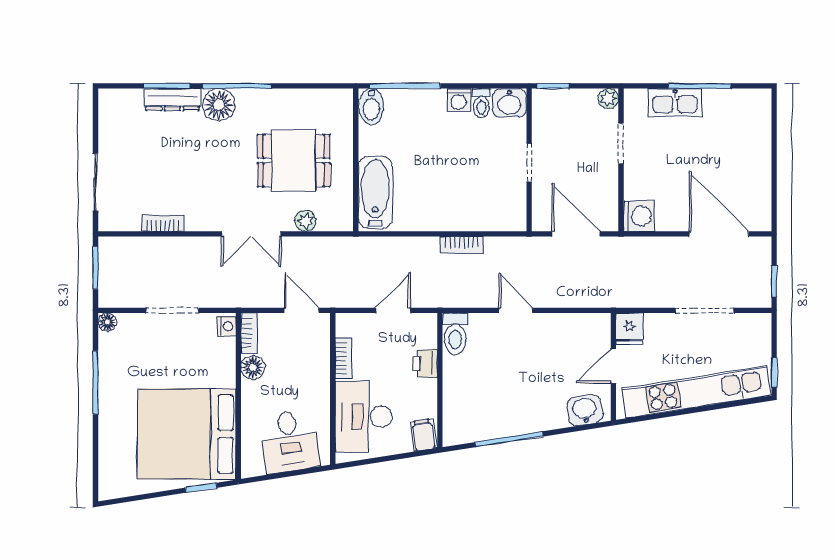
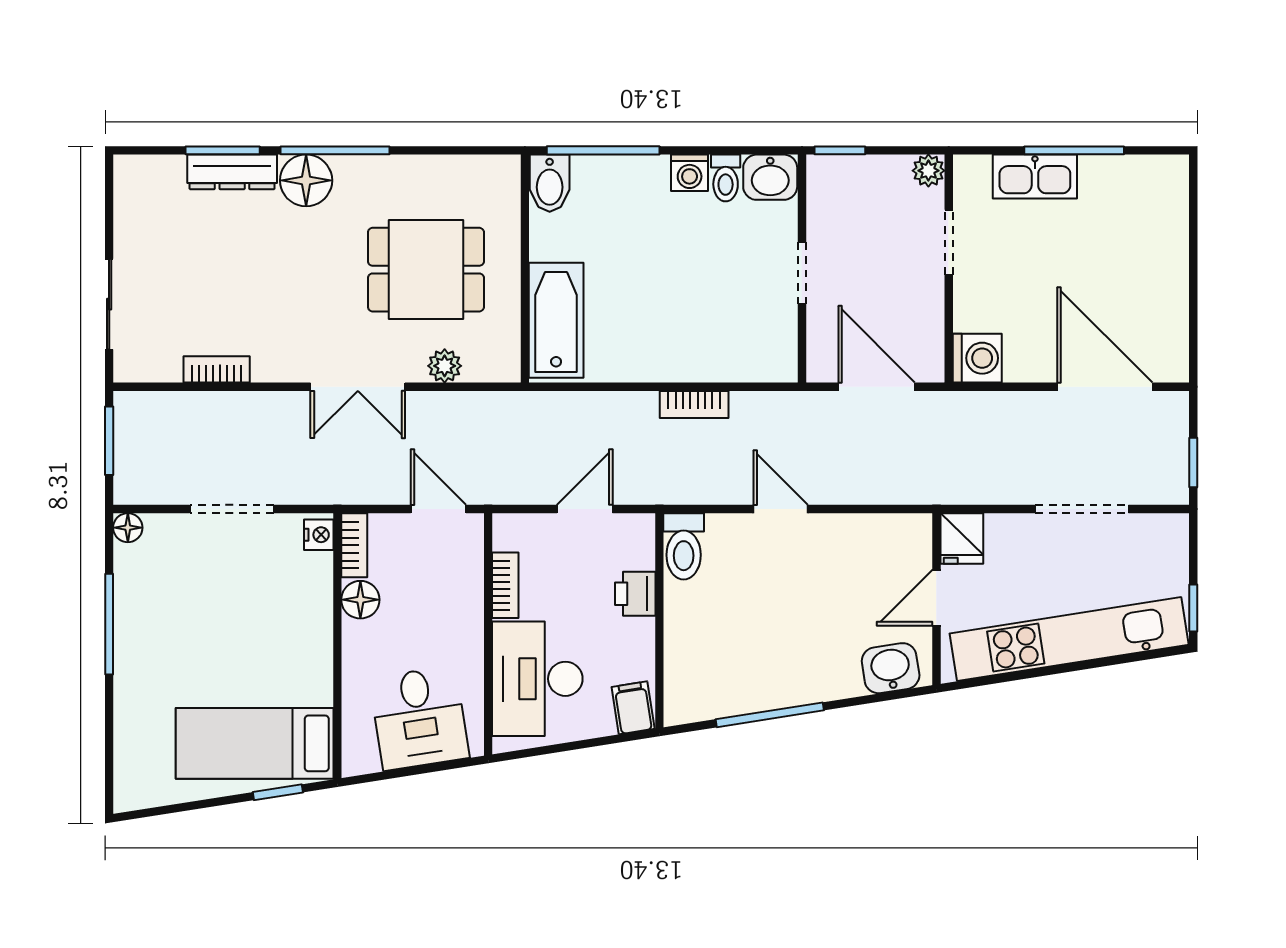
bed: (186, 434) -> (255, 743), width x0.49

